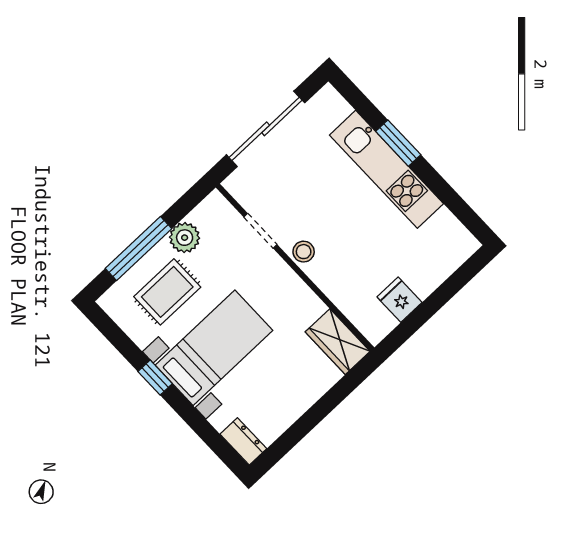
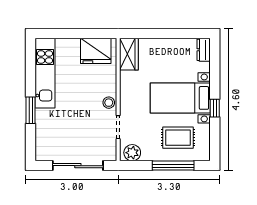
kitchen unit: (387, 169) -> (45, 73), moved
plant: (185, 238) -> (132, 153), moved
fridge: (399, 300) -> (96, 51), width x1.88, depth x1.34

